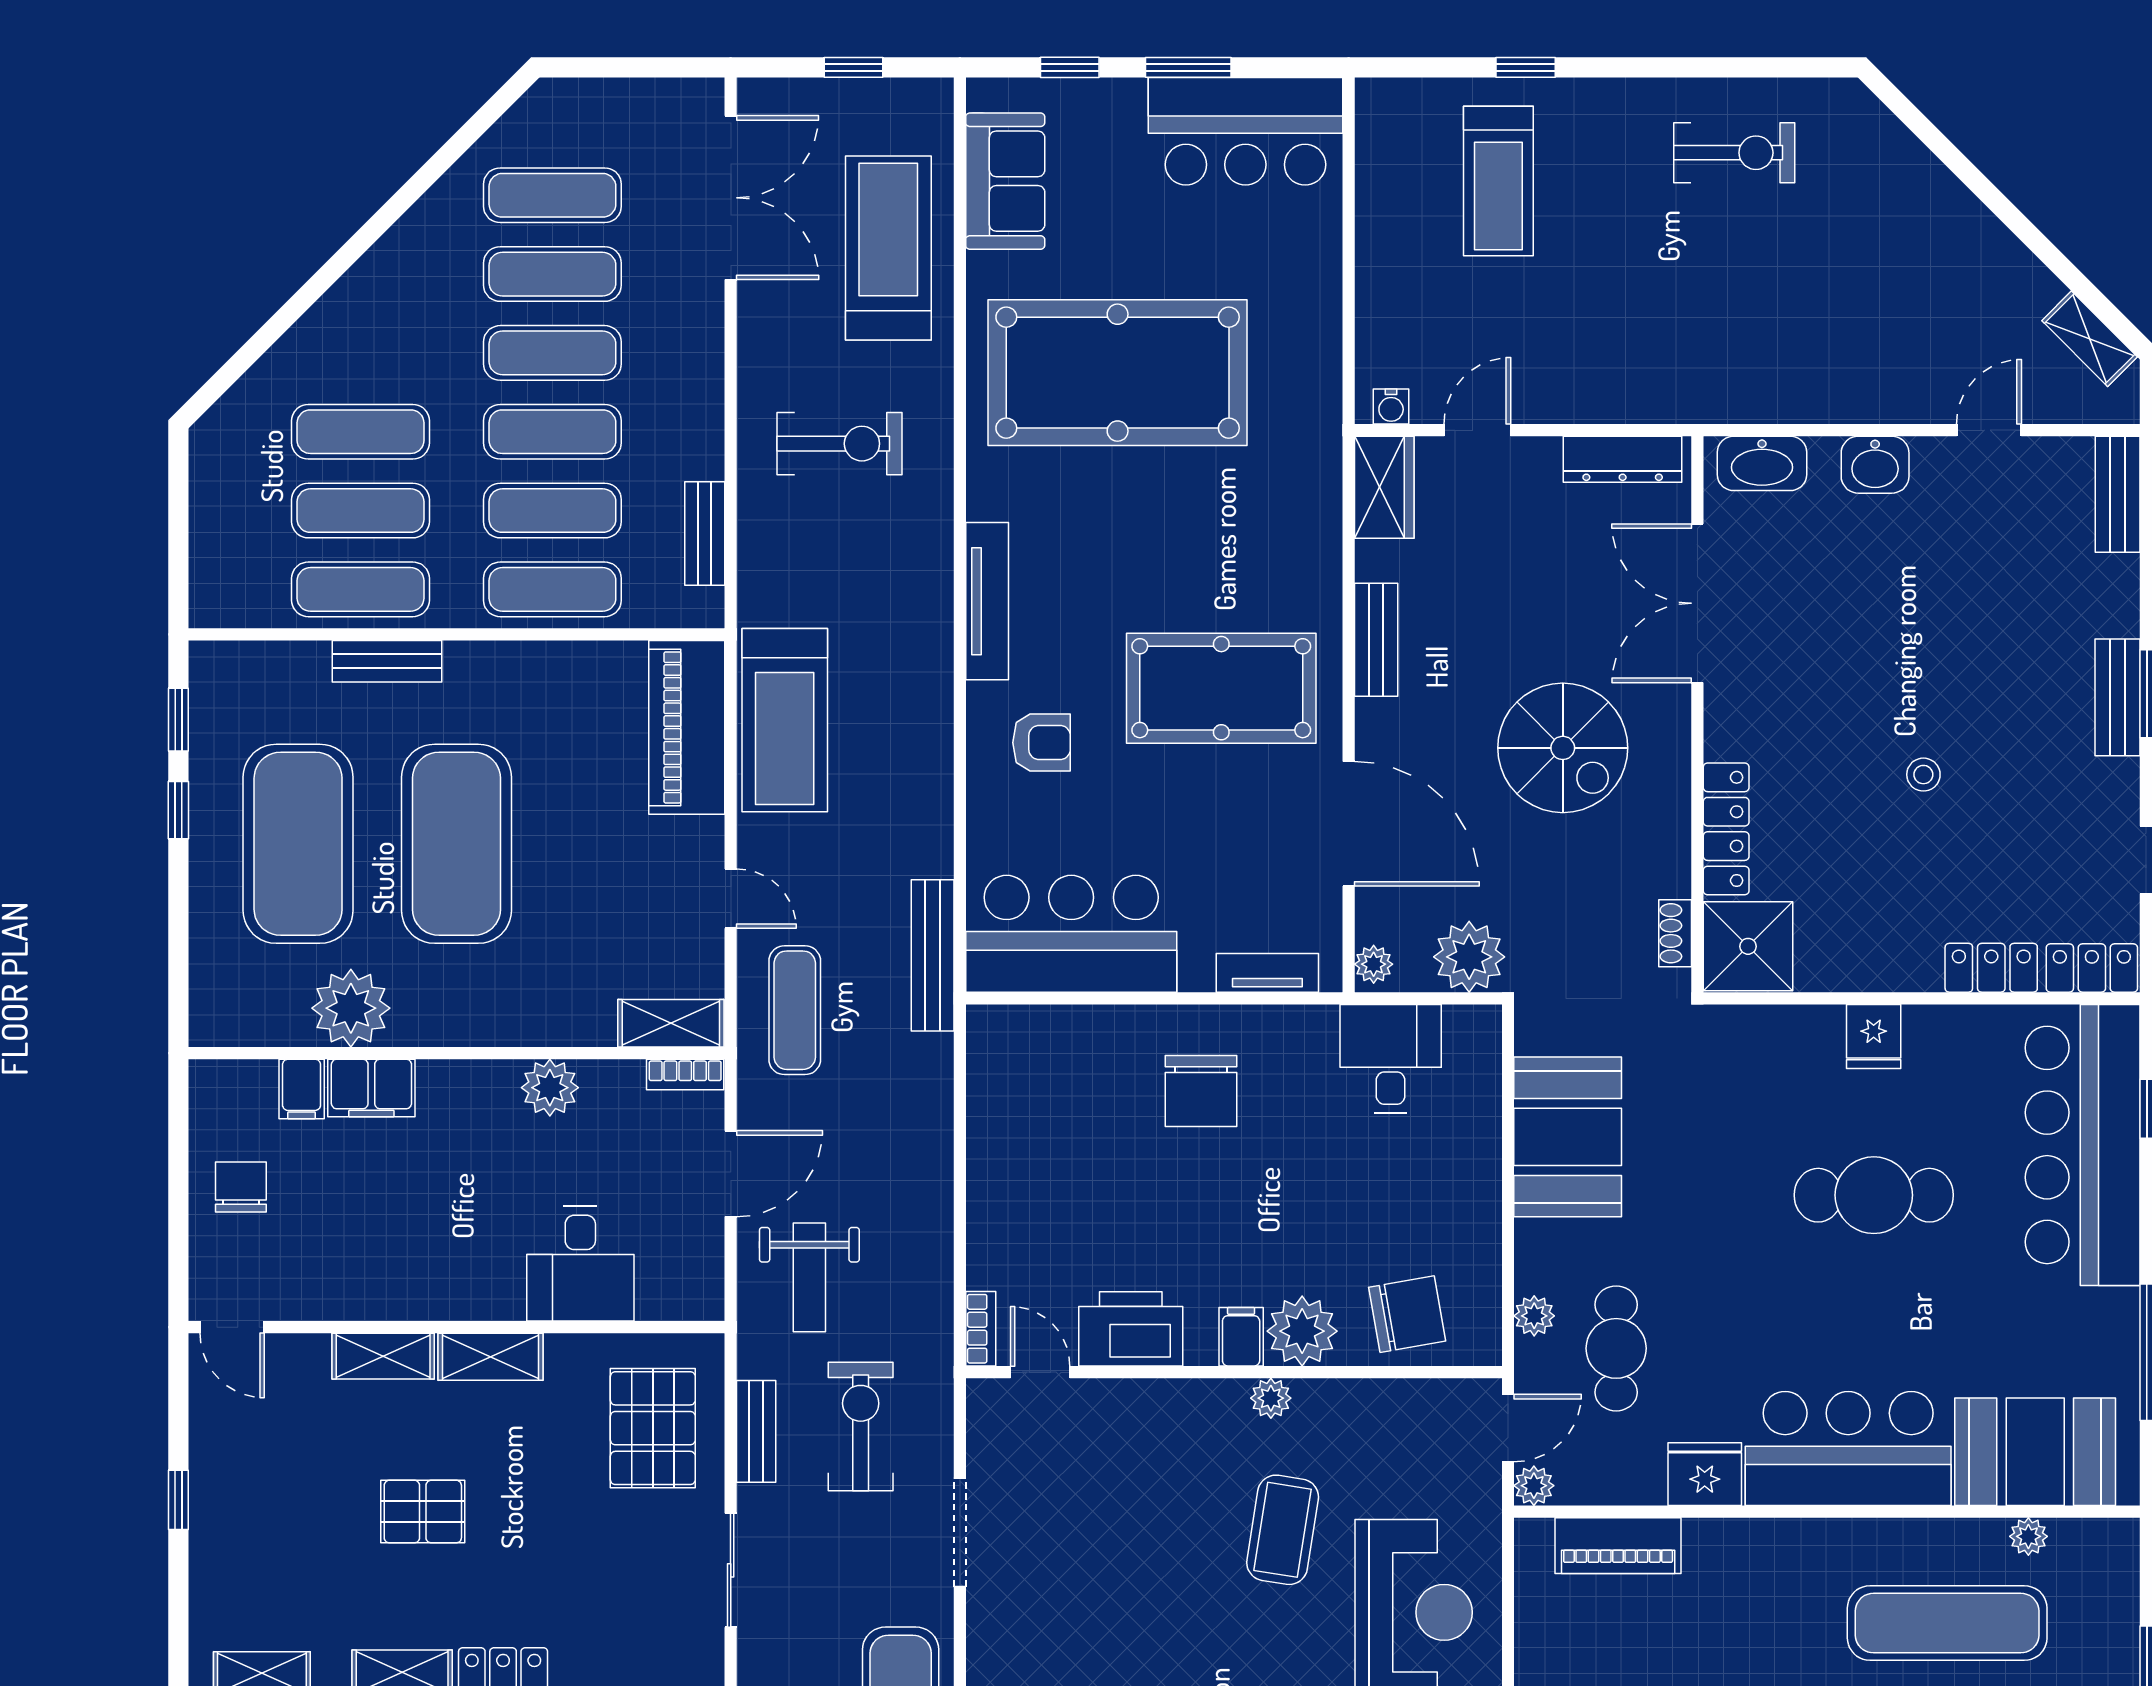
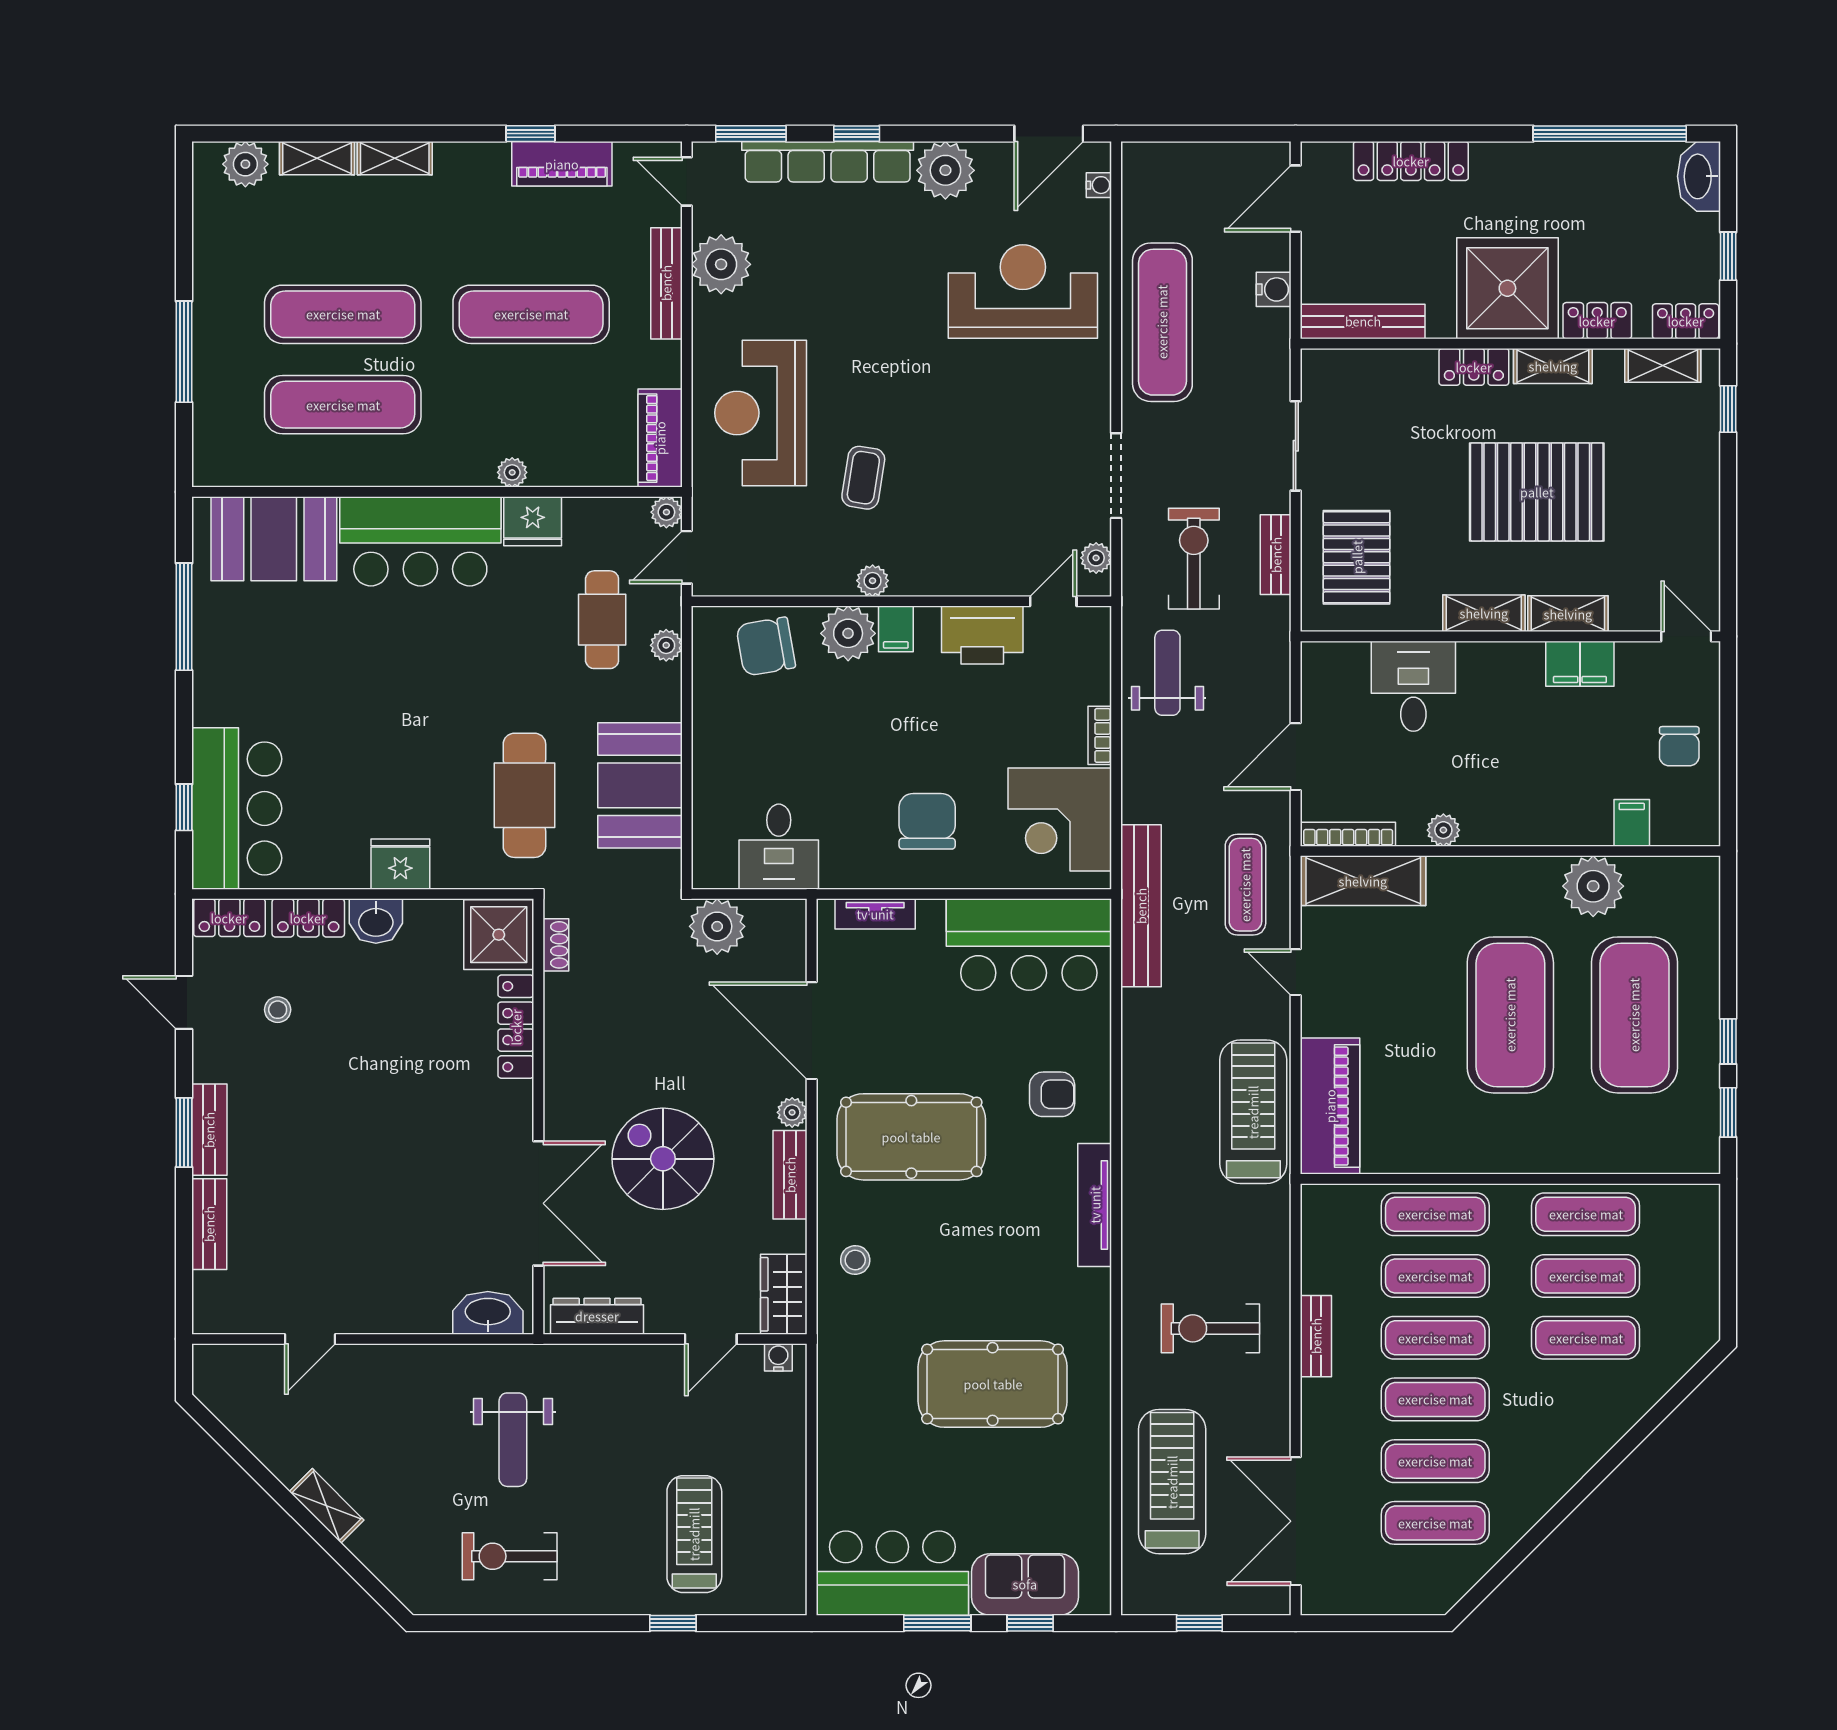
sofa: (1005, 181) -> (1025, 1584), moved, turned 90
treadmill: (888, 248) -> (1172, 1482), turned 180
weight bench: (1730, 302) -> (513, 1440), added
shelving: (2090, 339) -> (326, 1506), moved
pool table: (1118, 373) -> (993, 1384), width x0.73, depth x0.76
washbasin: (1875, 465) -> (376, 921), moved, turned 180
bench: (2118, 494) -> (209, 1224), moved
stool: (1293, 531) -> (855, 1260), added
bench: (705, 534) -> (1316, 1336), moved
bench: (387, 661) -> (1565, 1158), removed
armchair: (1042, 743) -> (1052, 1094), turned 180
spiral stairs: (1563, 748) -> (663, 1159), moved
stool: (1923, 775) -> (278, 1010), moved
bench: (933, 955) -> (1141, 906), width x1.37, depth x1.21
plant: (1374, 964) -> (792, 1112), moved
shelving: (671, 1023) -> (1363, 881), width x1.50, depth x1.33
fridge: (1874, 1036) -> (400, 864), width x1.38
bookcase: (685, 1074) -> (1348, 834), width x1.56
filing cabinet: (371, 1088) -> (1580, 664), moved, turned 180
plant: (550, 1088) -> (1443, 830), width x0.73, depth x0.73
corner desk: (1032, 1093) -> (1060, 820), added
bar counter: (2083, 1145) -> (237, 808), width x0.73
cafe table: (1874, 1195) -> (524, 795), moved, turned 90
weight bench: (809, 1277) -> (1167, 673), moved
bookcase: (981, 1329) -> (1100, 735), moved
door: (1040, 1372) -> (1053, 601), swing flipped
exercise bike: (861, 1427) -> (1194, 559), turned 180
plant: (985, 1427) -> (1096, 558), added
window: (178, 1500) -> (1728, 409), moved
pallet: (423, 1512) -> (1537, 492), width x2.05, depth x2.00
coffee table: (1283, 1530) -> (863, 478), width x0.73, depth x0.77
plant: (2028, 1536) -> (512, 472), moved
piano: (1618, 1546) -> (660, 438), moved, turned -90

